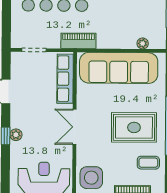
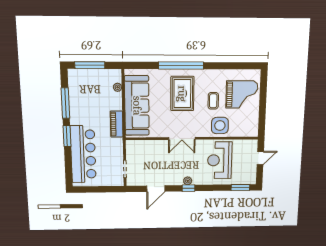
piano: (78, 41) -> (117, 124), moved
row of seats: (65, 79) -> (146, 146), removed
coffee table: (148, 163) -> (213, 101), moved

